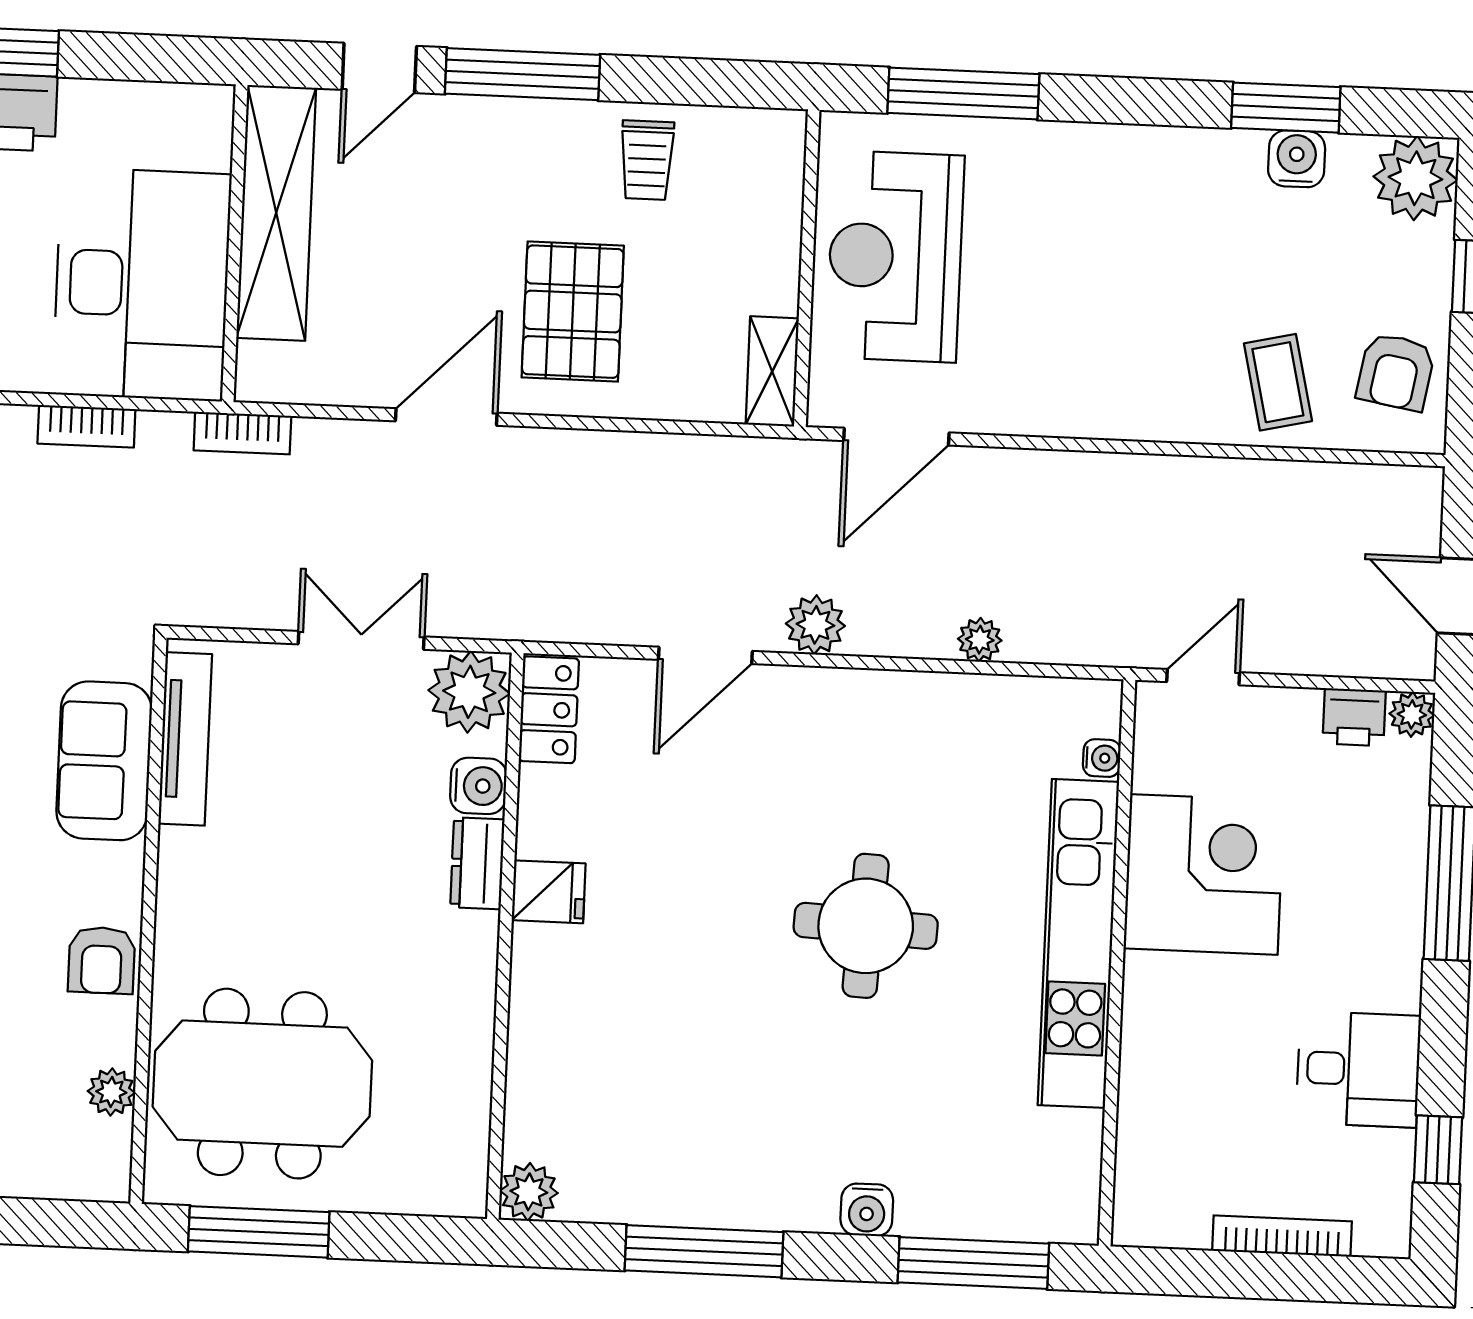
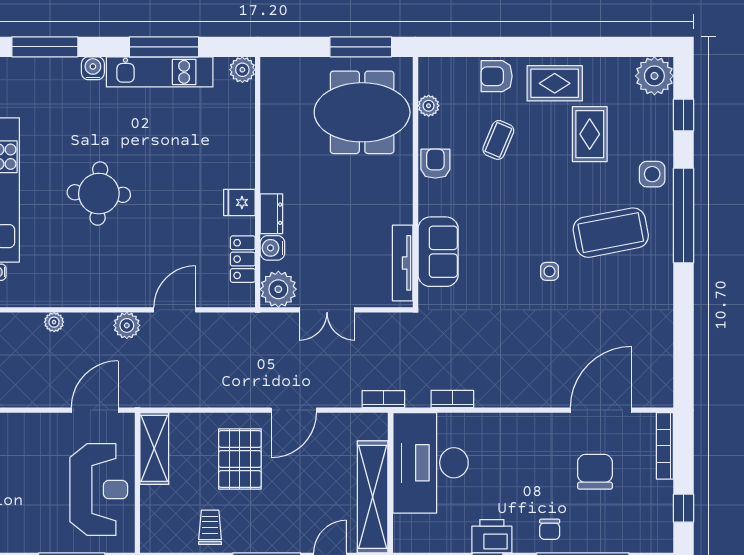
shelving: (772, 371) -> (154, 448), width x1.50, depth x1.33
locker: (549, 710) -> (243, 259), moved
kitchen unit: (716, 1195) -> (160, 72), added

